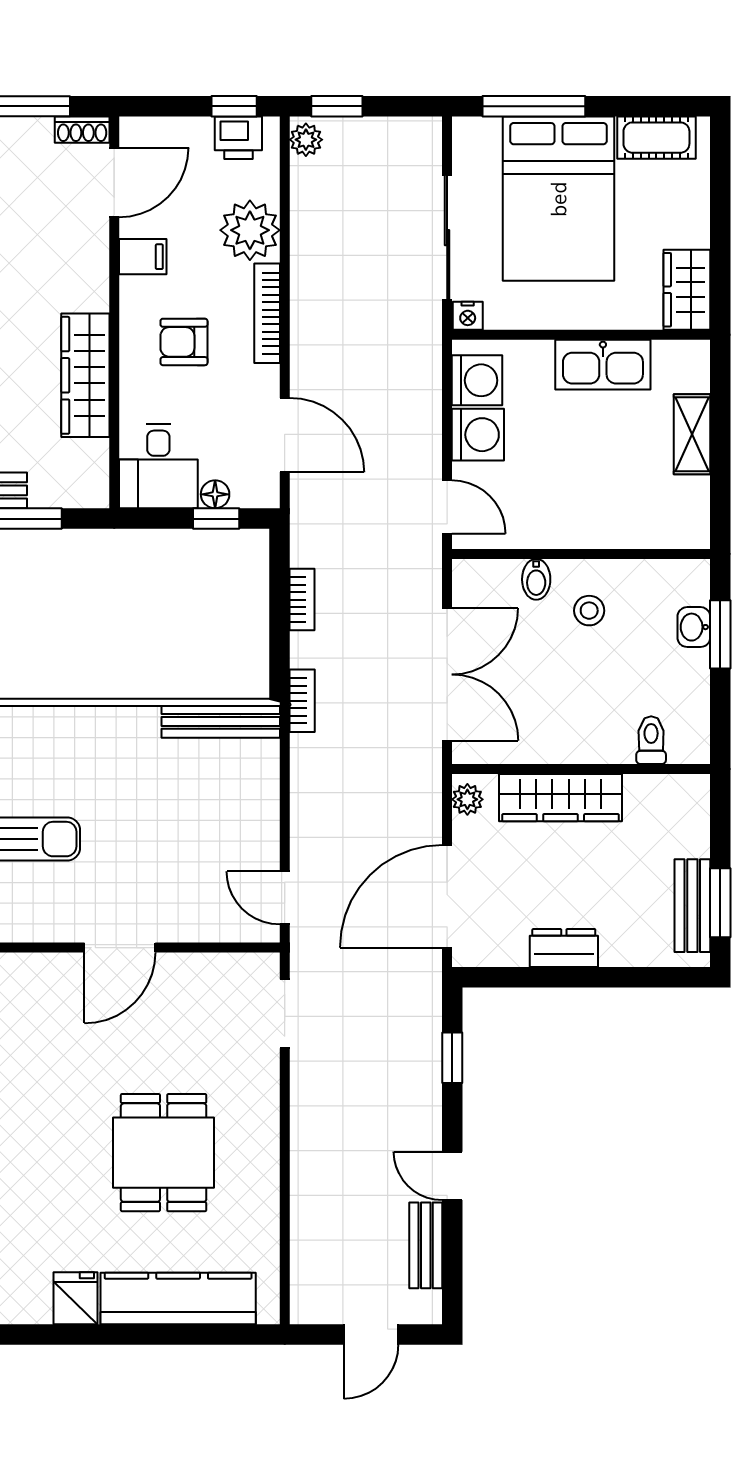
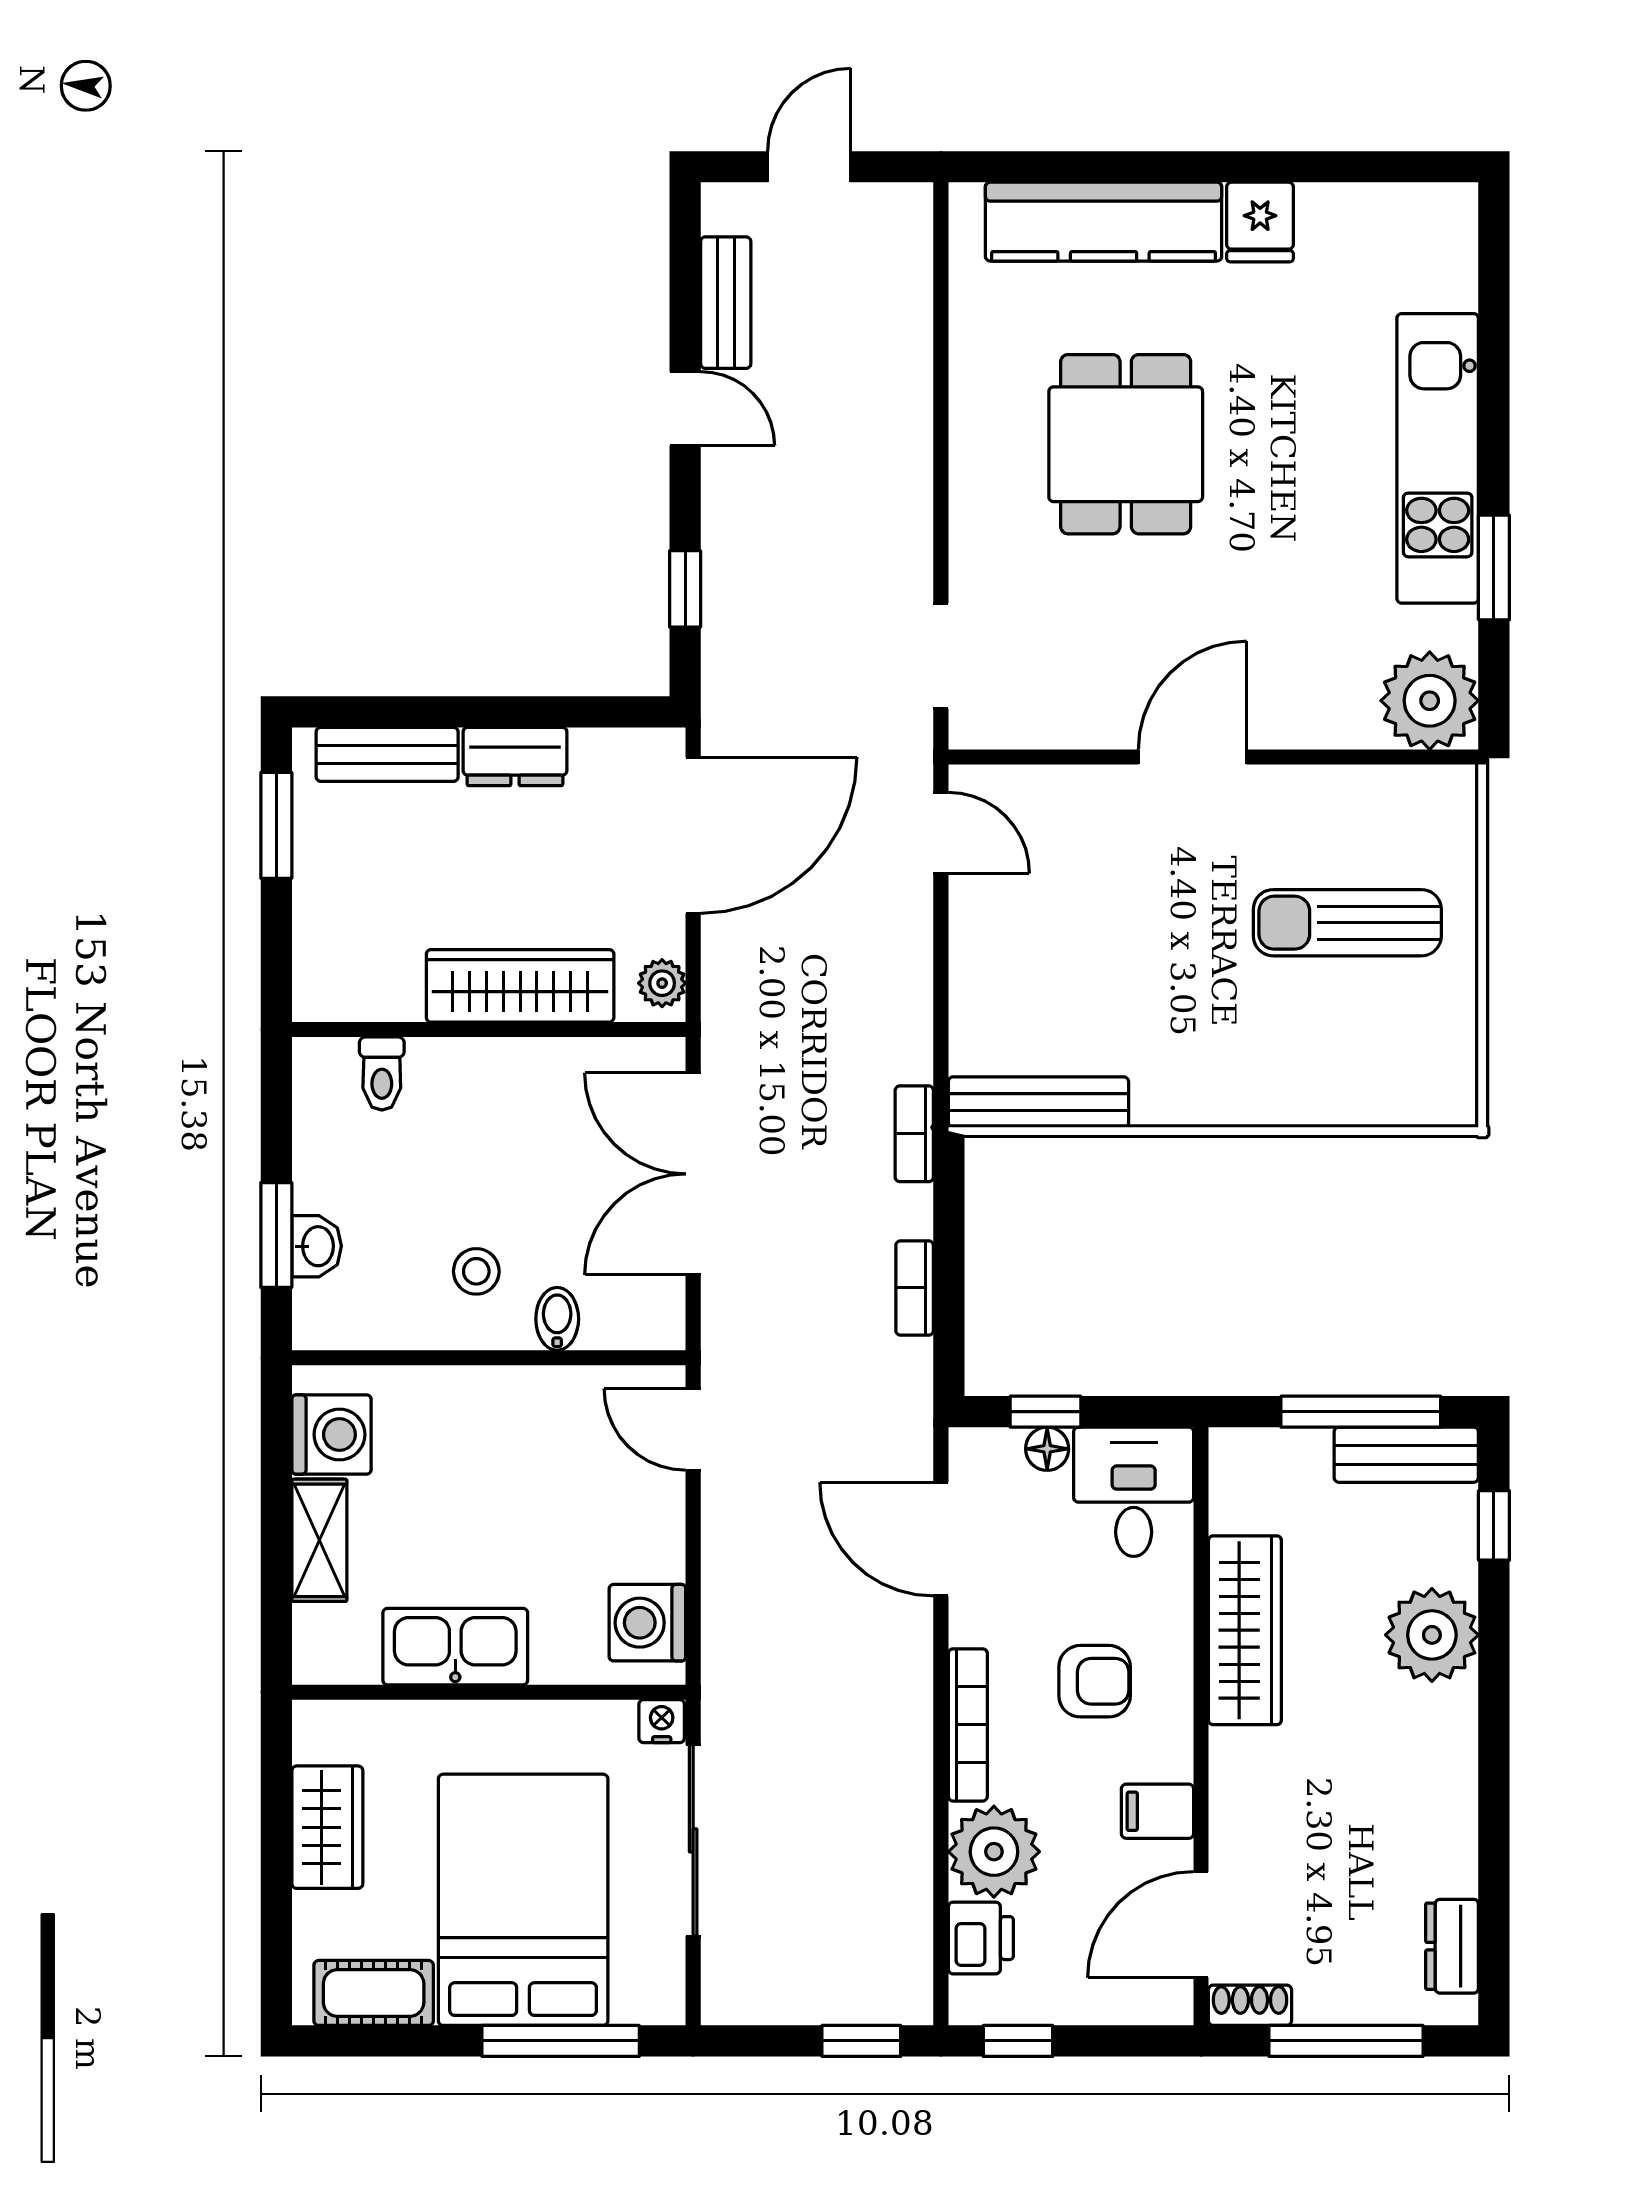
printer: (238, 138) -> (981, 1938), moved, turned 90
plant: (306, 140) -> (908, 1990), removed
wardrobe: (687, 290) -> (327, 1827), moved
washing machine: (478, 435) -> (331, 1435), moved, turned 180
bench: (692, 906) -> (387, 754), moved, turned 90

